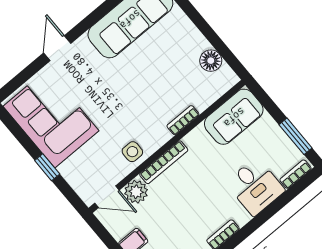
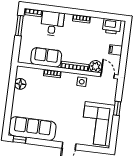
sofa: (234, 117) -> (46, 57), moved

